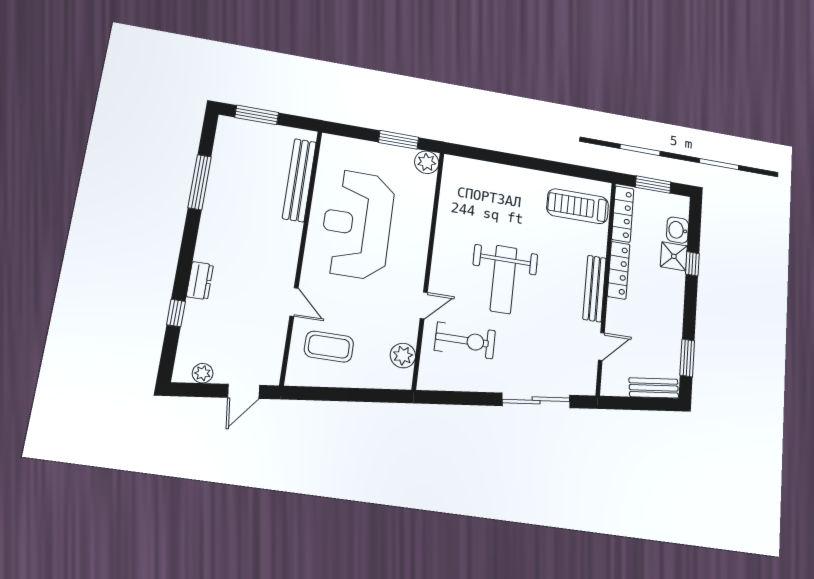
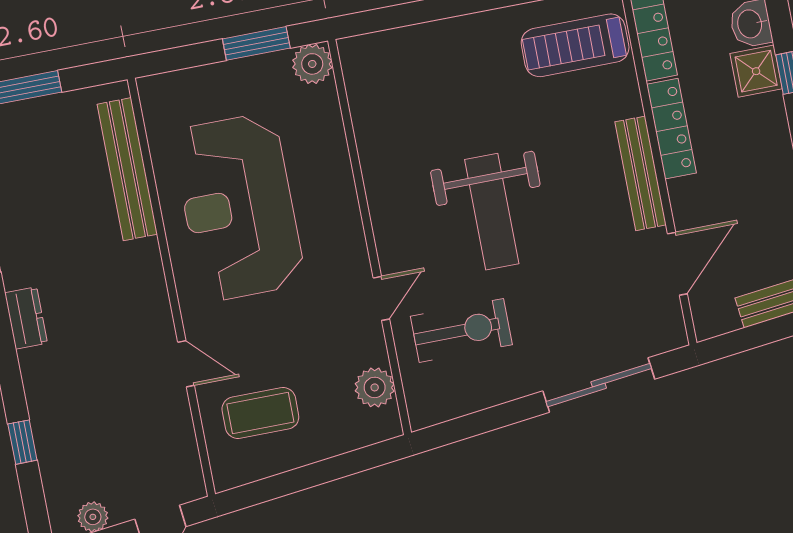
dresser: (200, 281) -> (26, 318), moved
door: (601, 346) -> (677, 264), width x1.38

